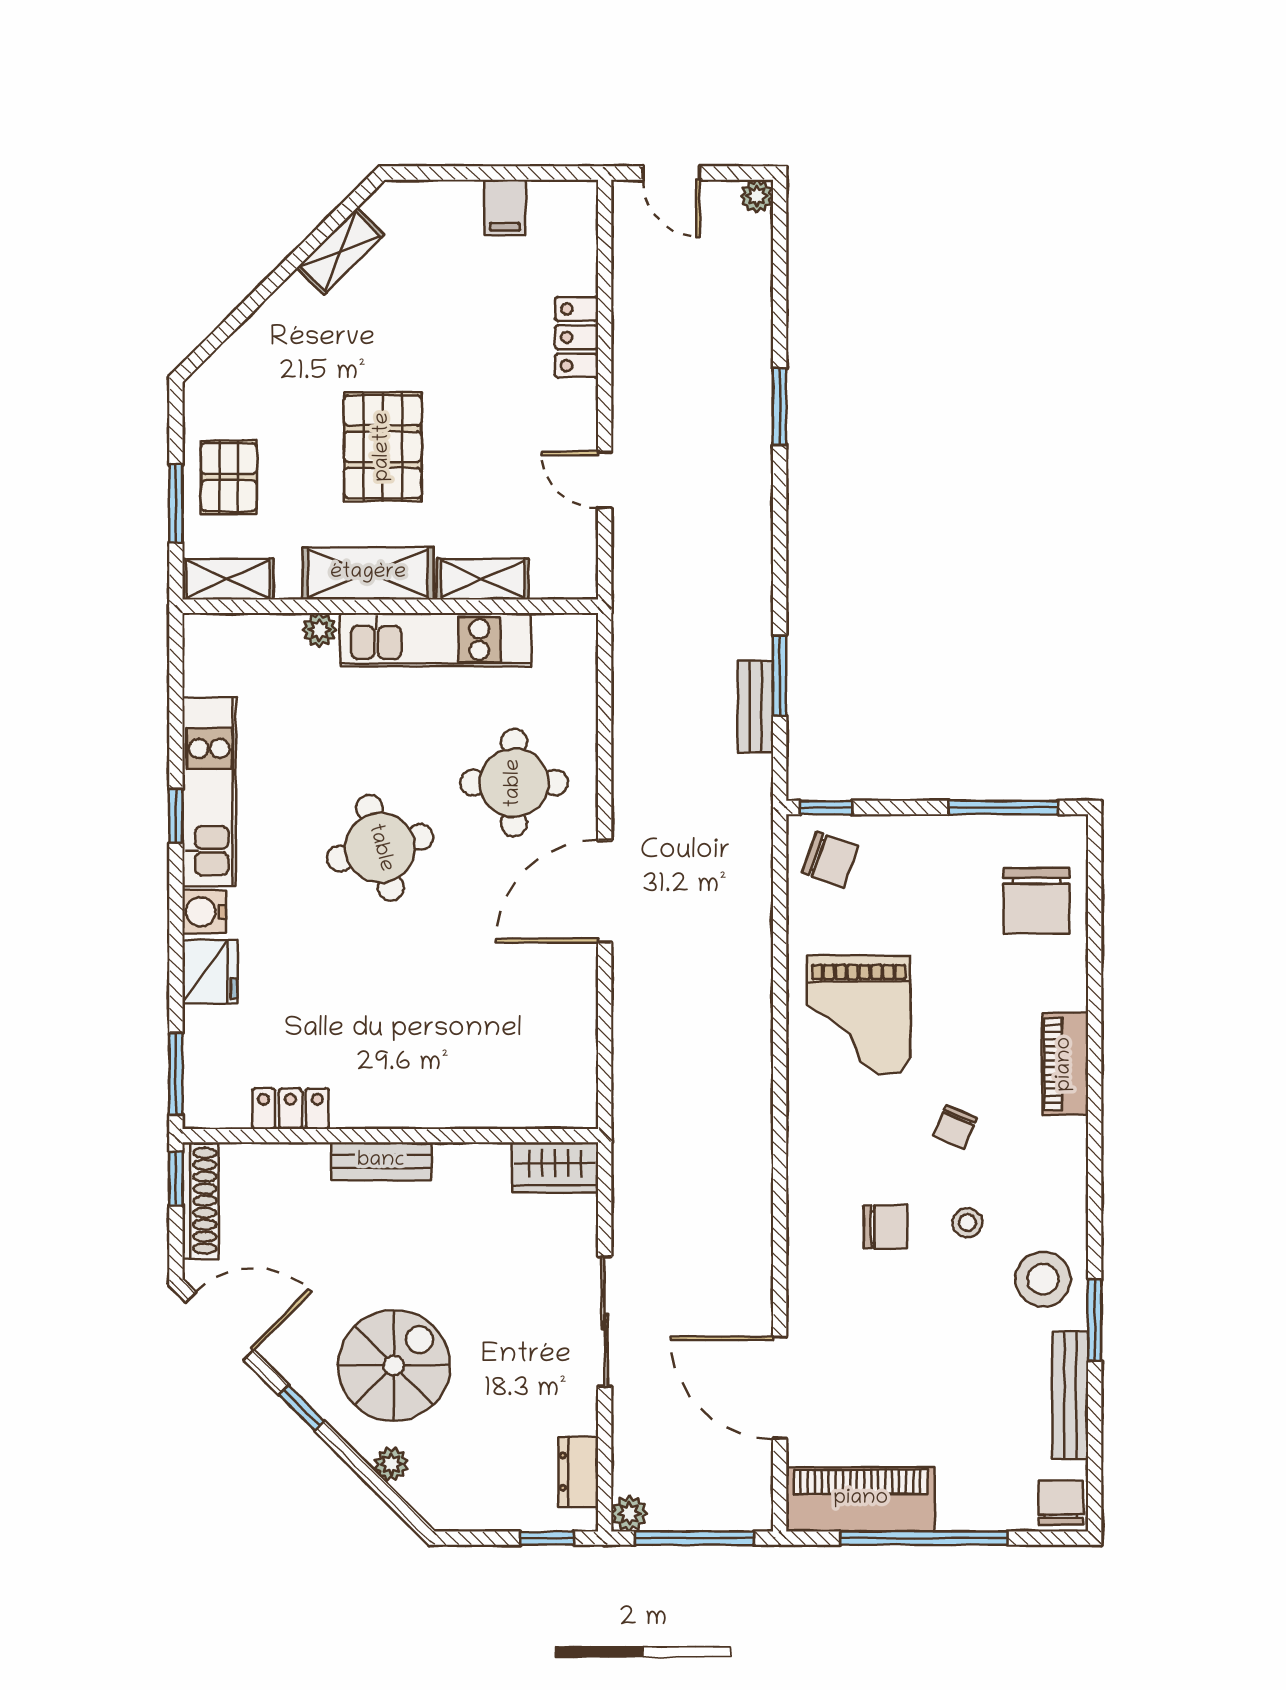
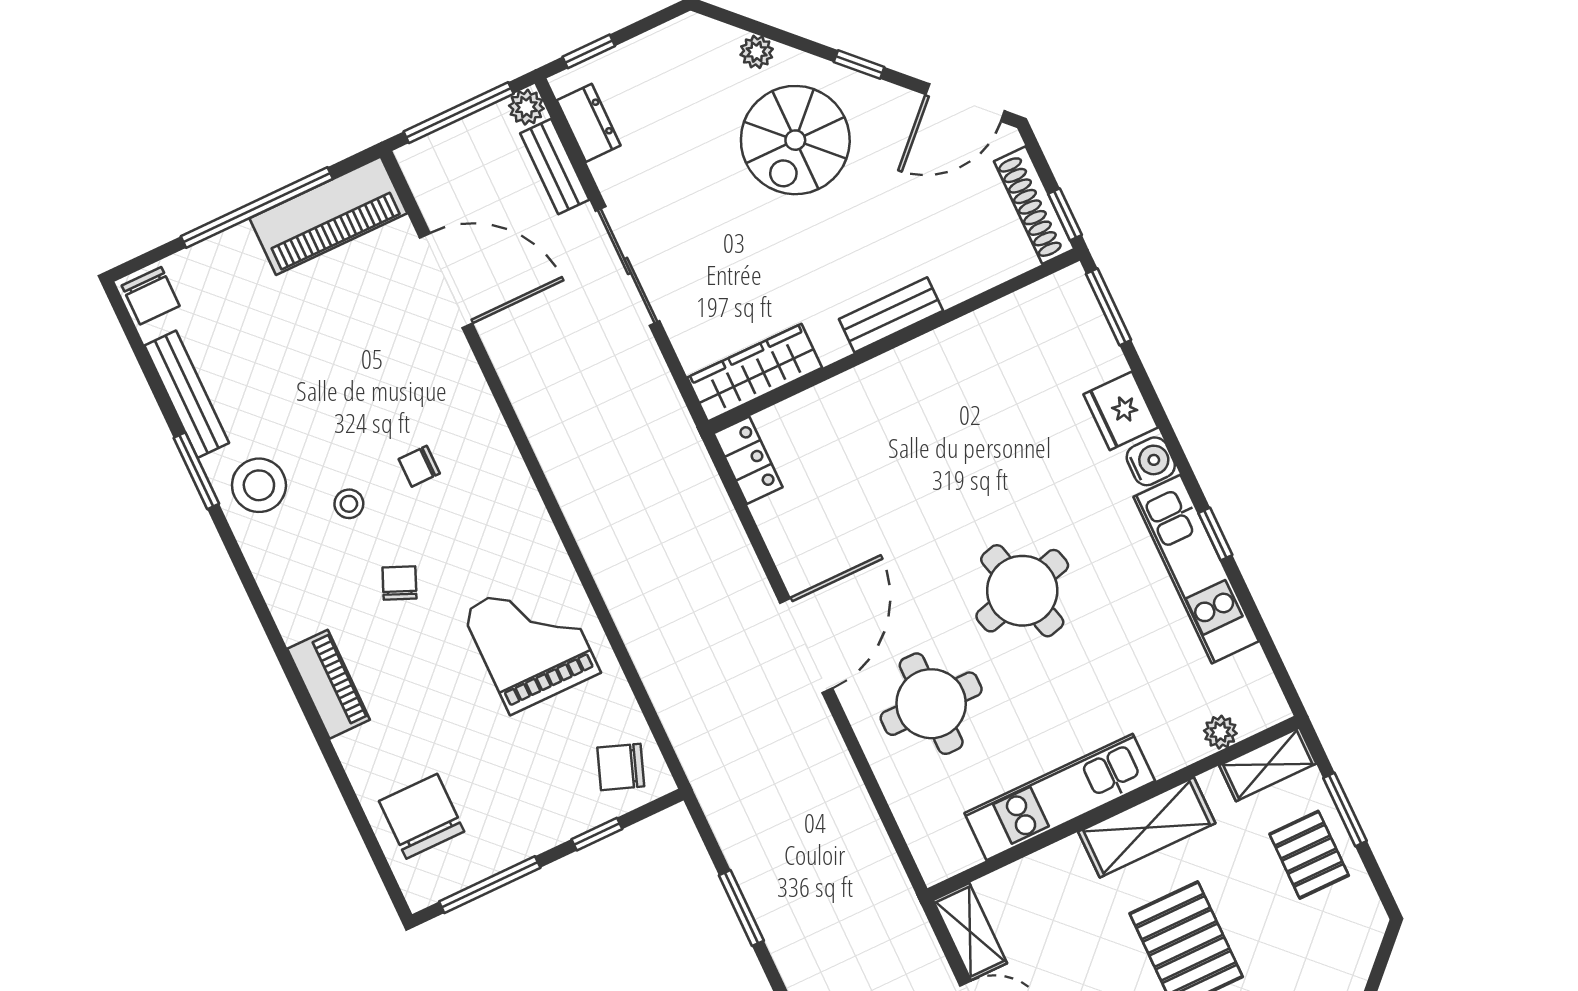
shelving: (483, 579) -> (970, 932), moved, turned 90
plant: (319, 630) -> (1220, 732), moved
bench: (756, 707) -> (555, 167), moved
window: (826, 807) -> (597, 834), moved
locker: (290, 1109) -> (748, 460), moved, turned -90
wardrobe: (555, 1167) -> (755, 373), width x1.50
chair: (886, 1227) -> (419, 466), width x0.73, depth x0.73

